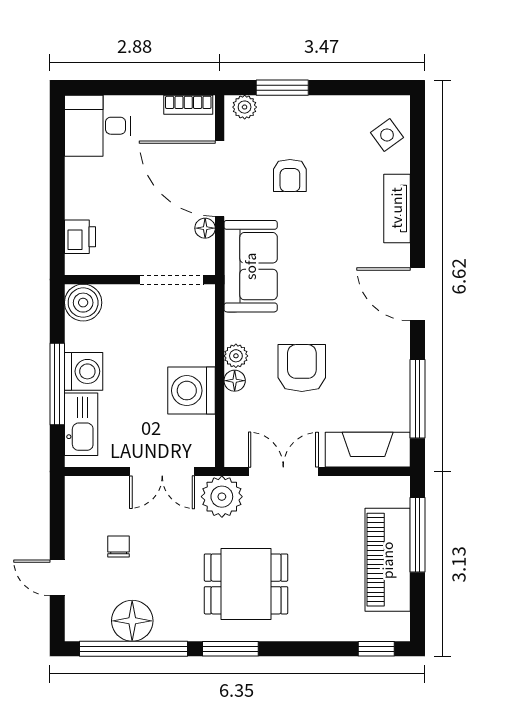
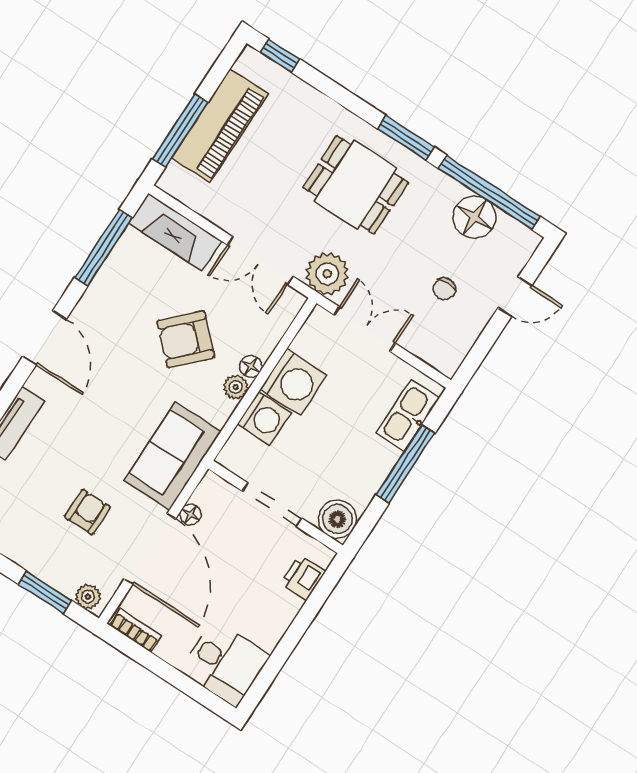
doorway: (172, 280) -> (272, 505), moved
armchair: (302, 368) -> (186, 339), turned 44
washing machine: (84, 371) -> (264, 418), moved, turned 180
door: (57, 578) -> (515, 297), hinge flipped

